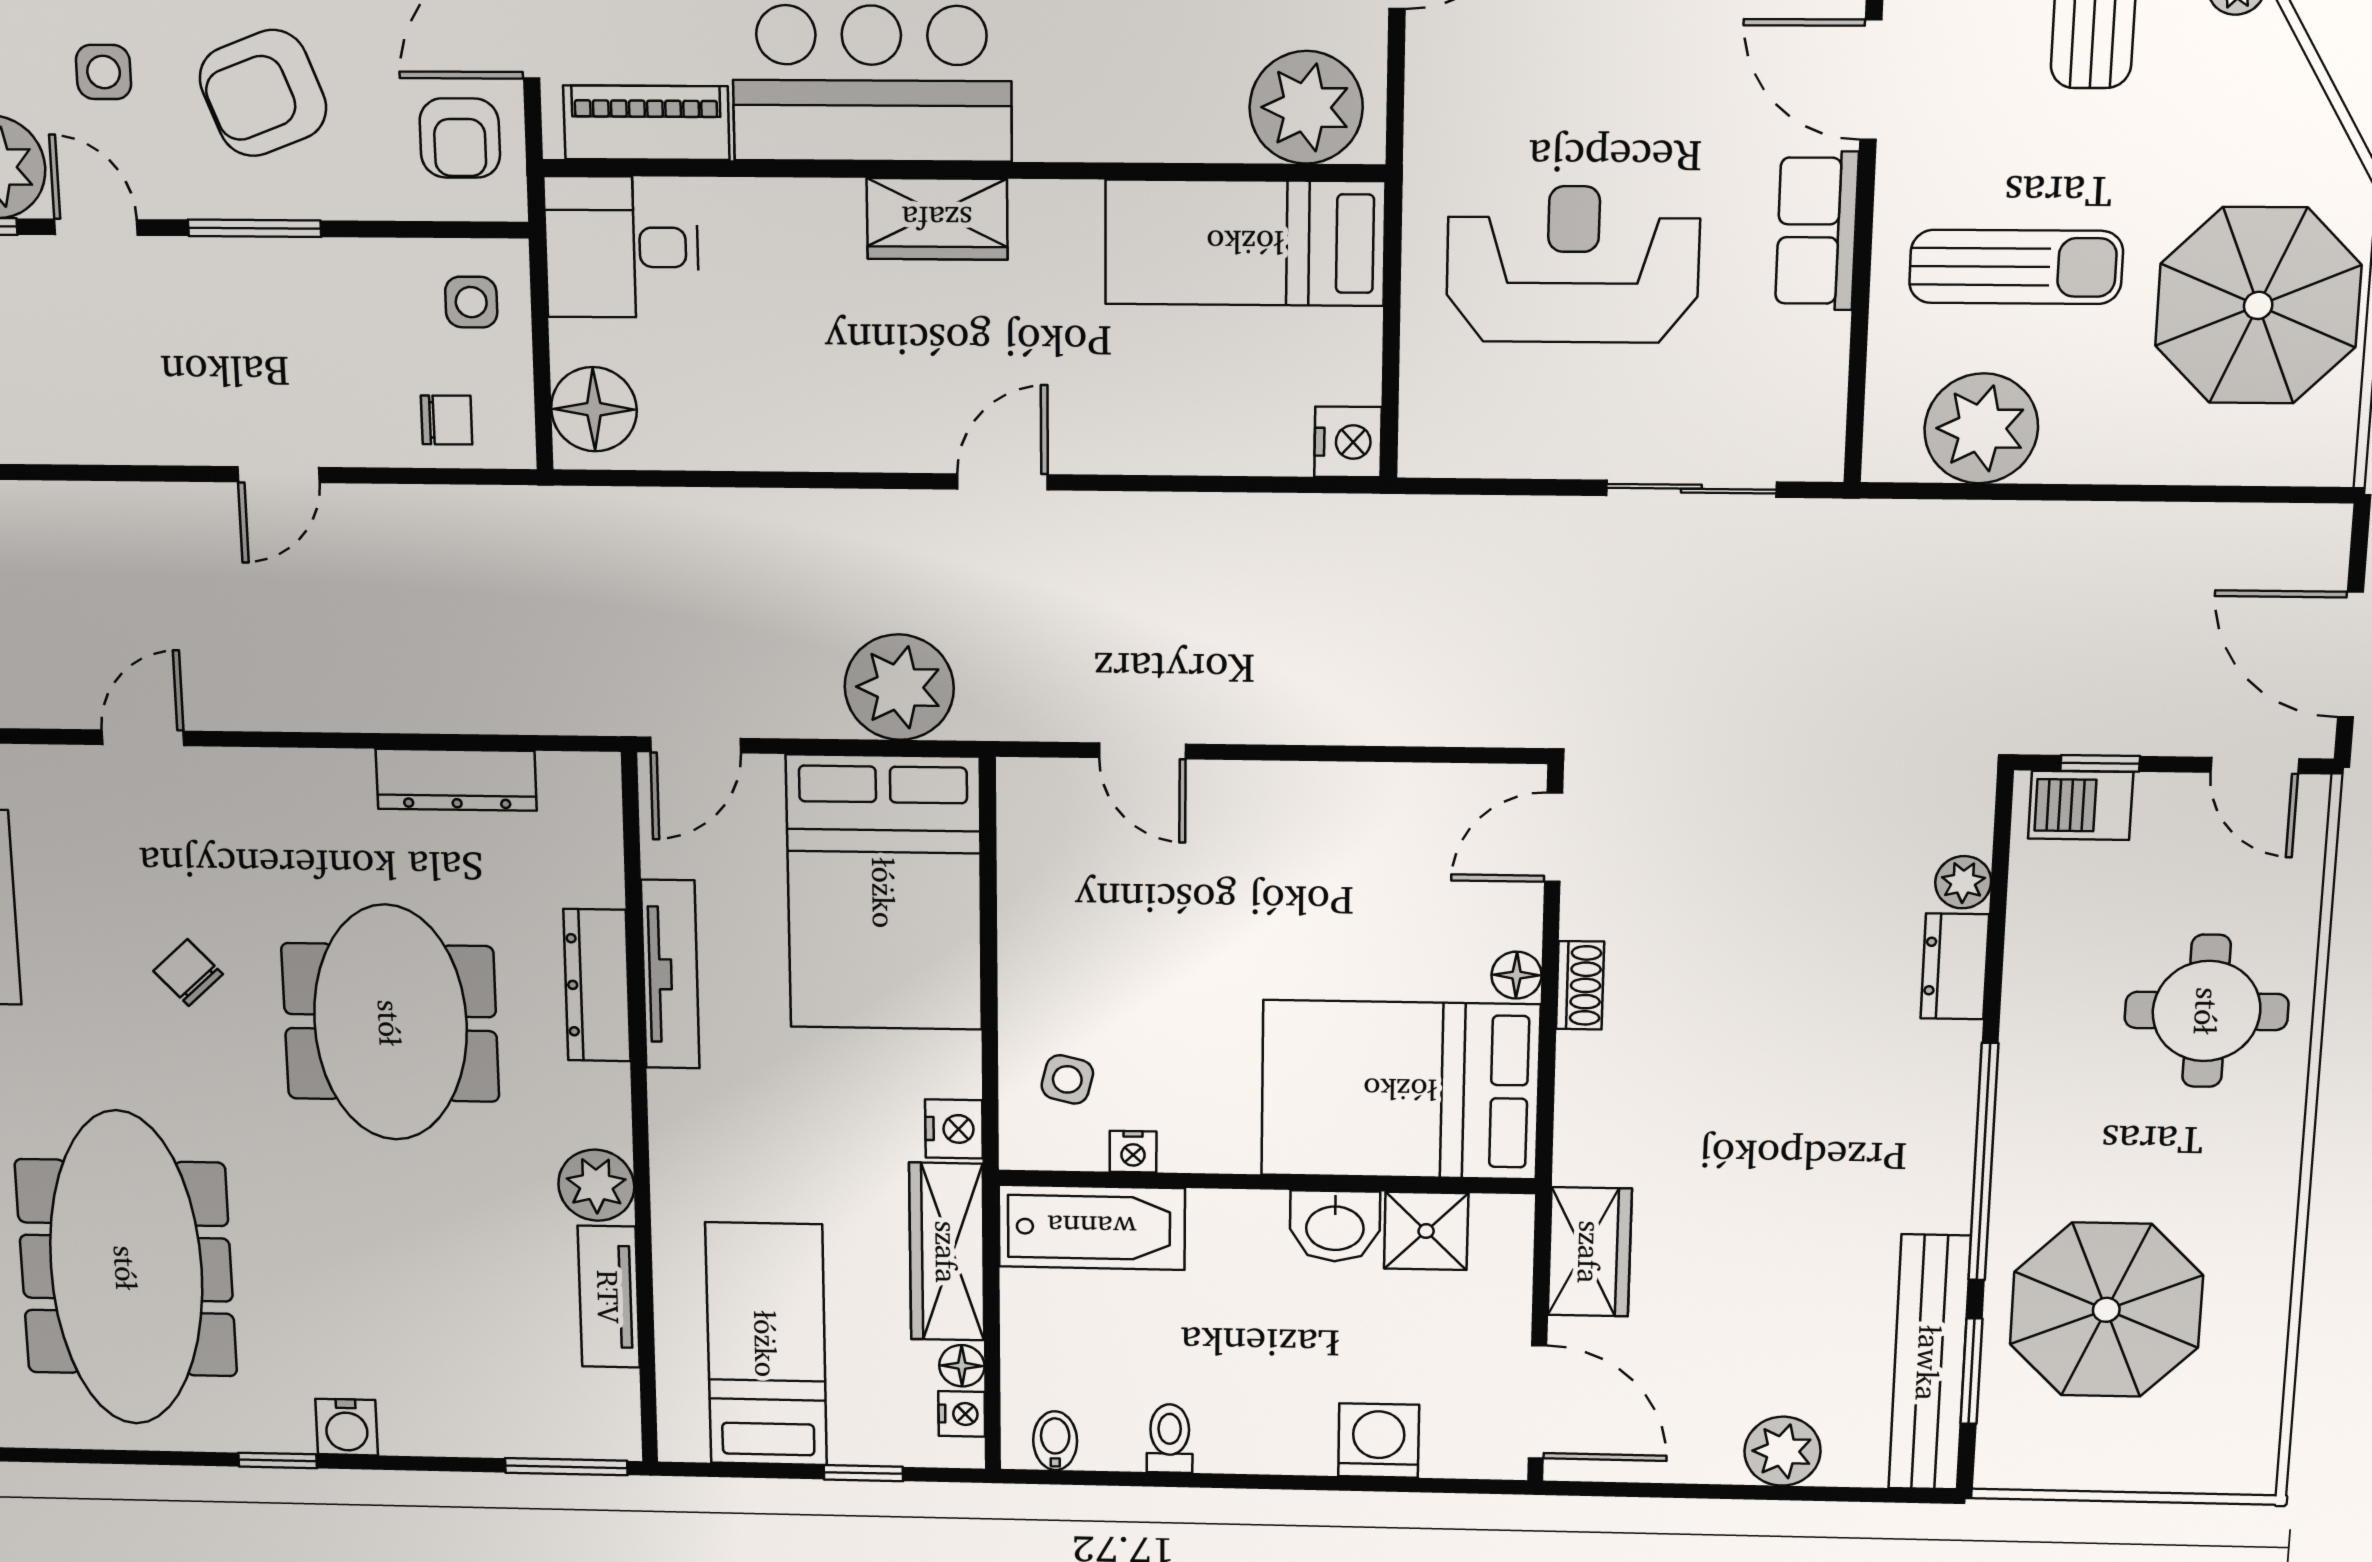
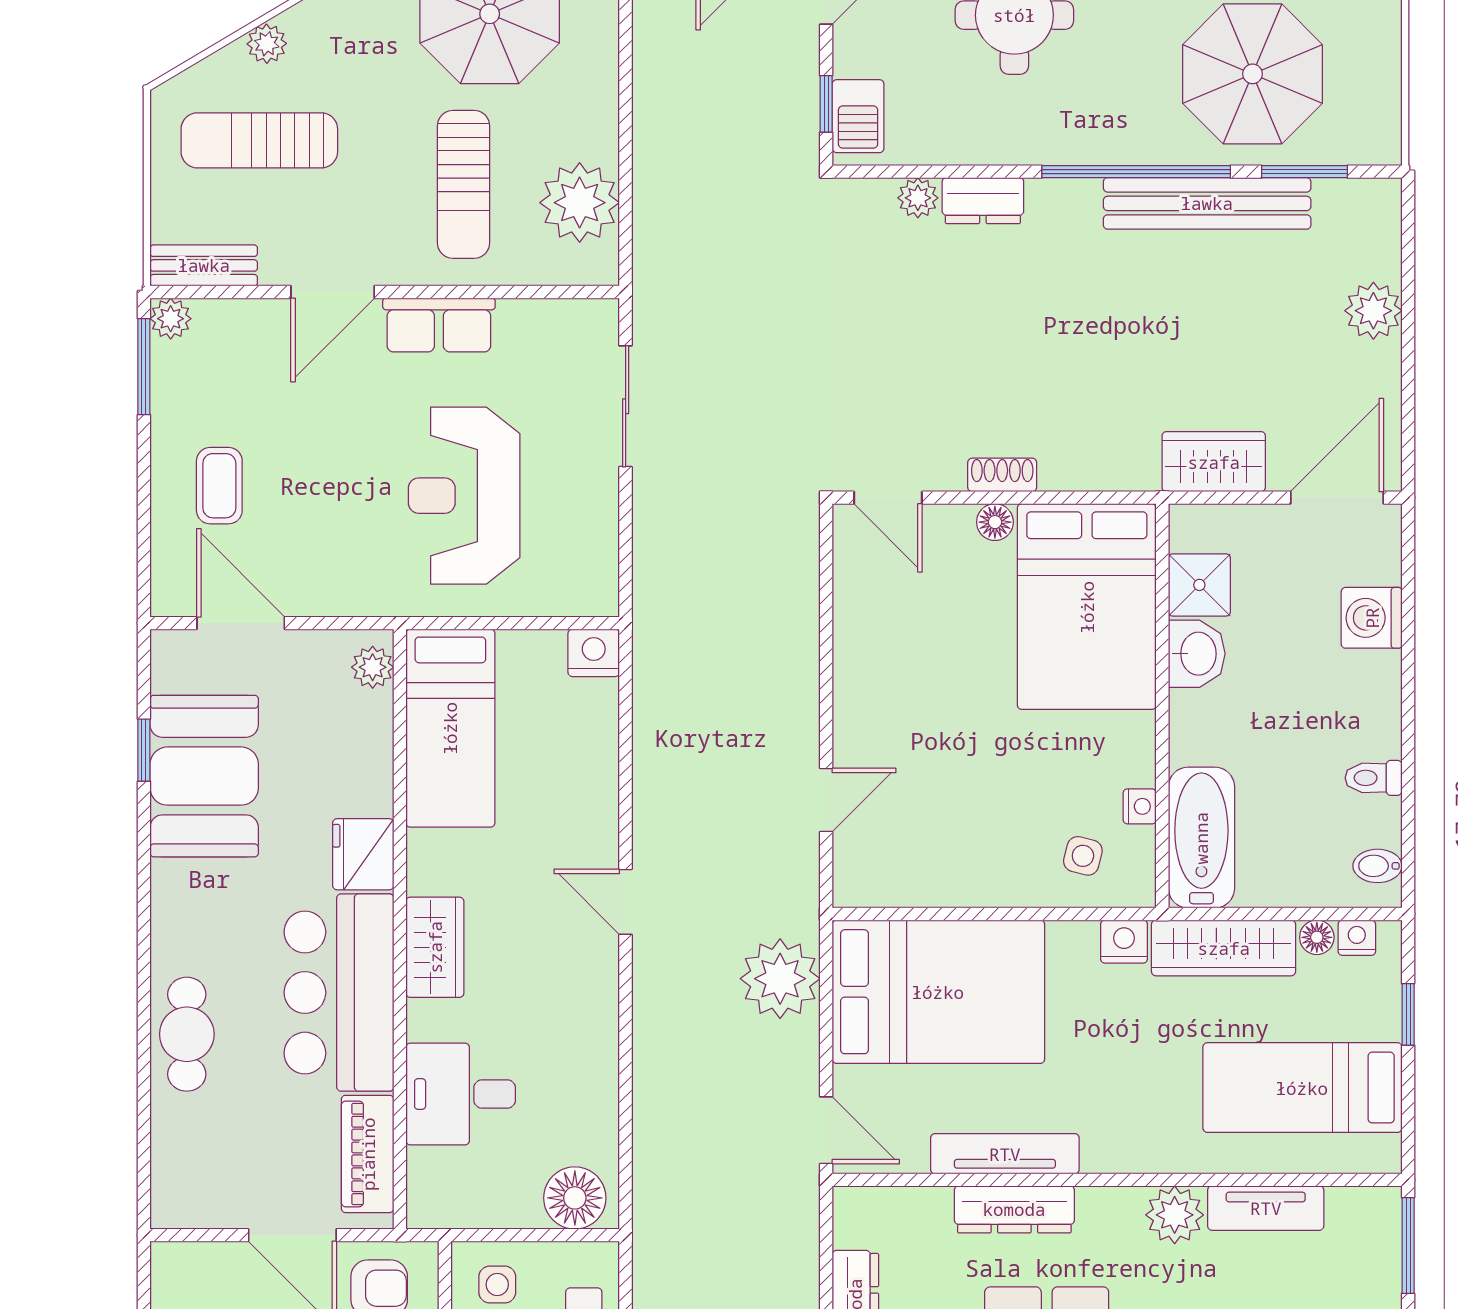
plant: (1306, 107) -> (373, 667), width x0.53, depth x0.53
fridge: (1067, 119) -> (363, 854), added
desk: (622, 247) -> (461, 1094), moved, turned 90
sun lounger: (2016, 267) -> (464, 184), turned 180
bench: (1929, 1363) -> (1207, 203), moved

